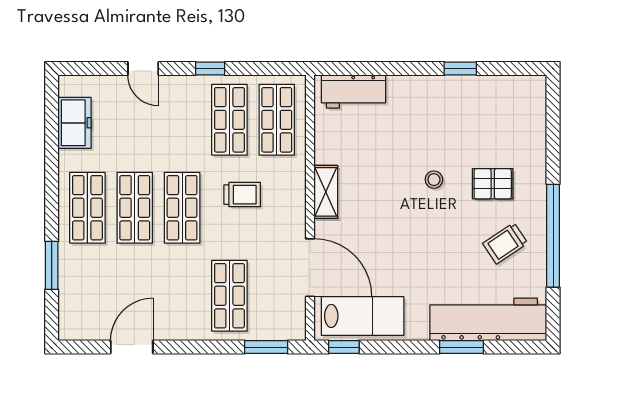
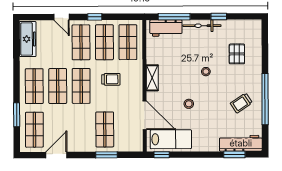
window: (370, 68) -> (174, 17), added
bicycle: (426, 87) -> (202, 26), added
shop shelf: (182, 120) -> (81, 42), added
freezer: (75, 123) -> (28, 39), width x1.40
pallet: (493, 184) -> (237, 54), moved, turned 90
stool: (399, 245) -> (189, 104), added
shop shelf: (87, 296) -> (34, 130), added
workbench: (488, 319) -> (241, 143), width x0.73, depth x0.76
window: (266, 347) -> (107, 155), moved
window: (461, 347) -> (234, 154), moved

